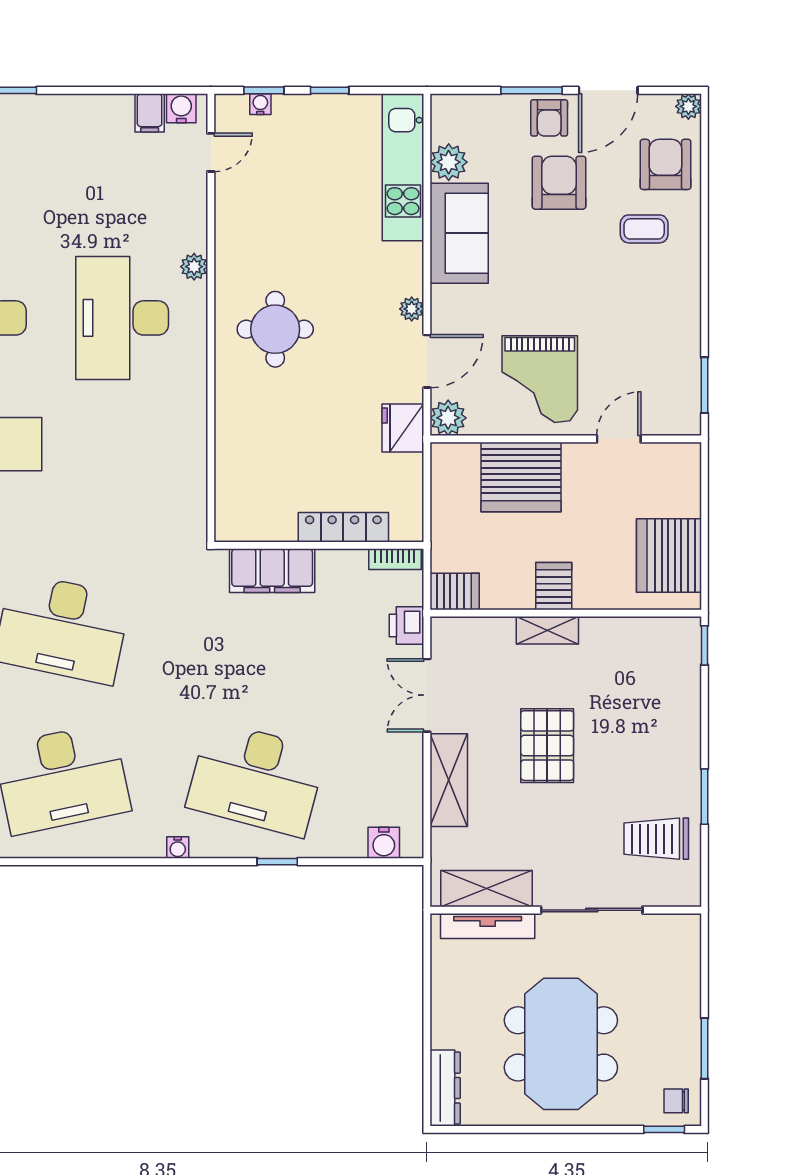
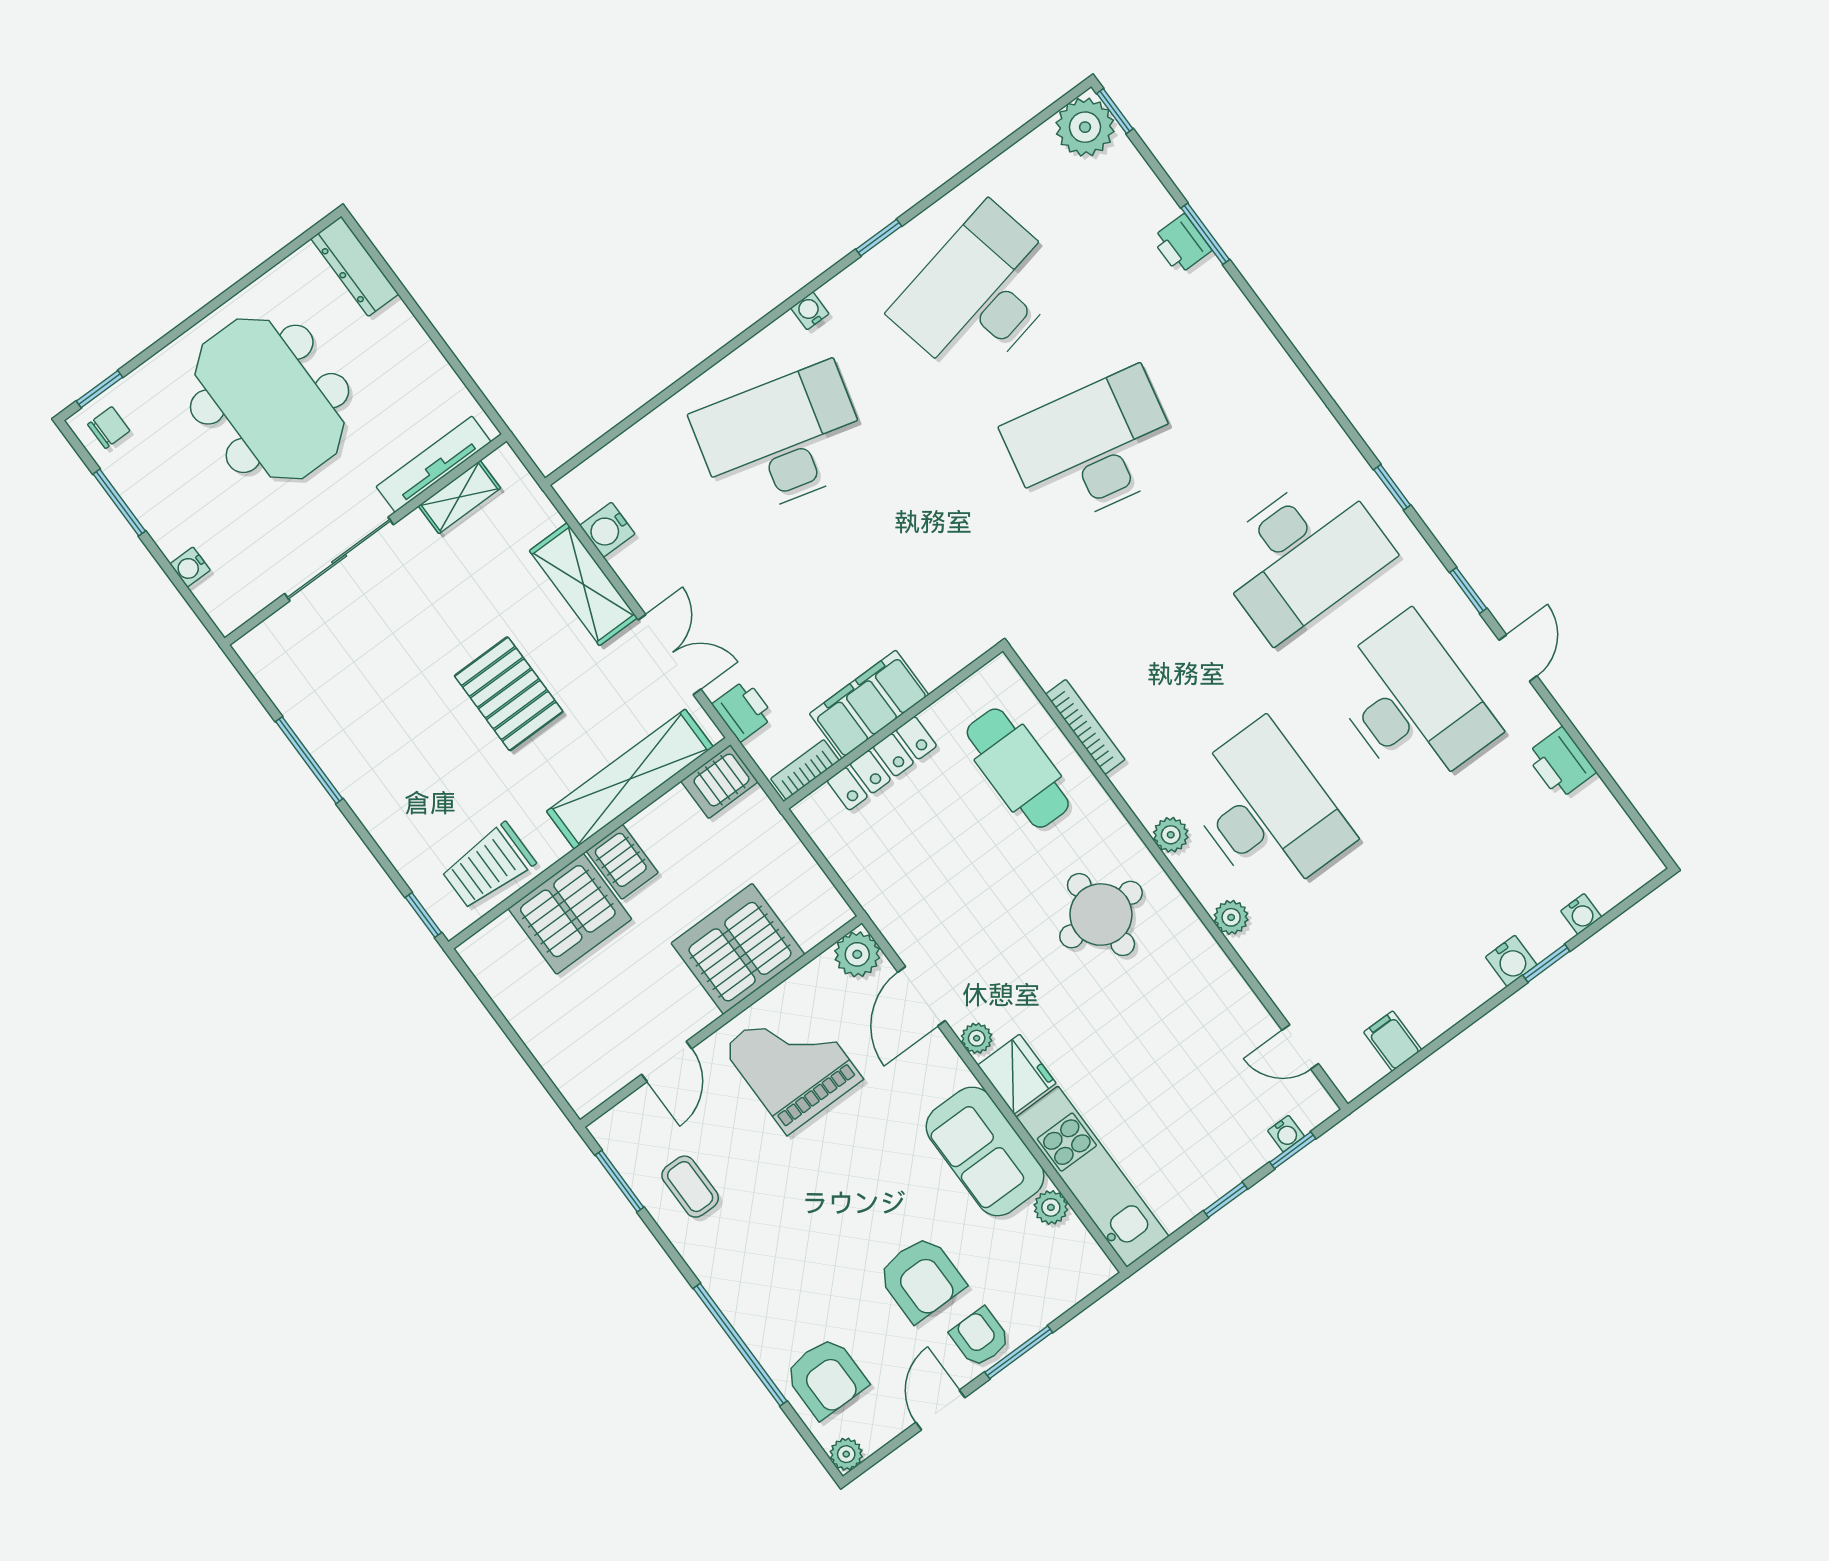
door: (608, 90) -> (940, 1410), width x0.73
water cooler: (181, 108) -> (1511, 961), moved
door: (211, 152) -> (1300, 1047), hinge flipped
plant: (449, 162) -> (1051, 1207), width x0.73, depth x0.73
window: (704, 225) -> (740, 1345), added
coffee table: (644, 229) -> (690, 1187), moved, turned 90
plant: (194, 347) -> (1171, 835), added
fridge: (403, 428) -> (1017, 1074), moved
bookcase: (197, 455) -> (1085, 727), added
cafe table: (260, 461) -> (1018, 768), added
server rack: (669, 555) -> (570, 914), moved, turned 90
filing cabinet: (272, 571) -> (869, 704), moved
shelving: (547, 630) -> (630, 779), width x2.20, depth x1.33
window: (704, 797) -> (309, 760), width x1.44
trolley: (656, 839) -> (488, 866), moved, turned 180
water cooler: (384, 843) -> (607, 530), moved, turned -90
window: (277, 862) -> (879, 238), moved
shelving: (487, 889) -> (459, 497), width x0.67, depth x0.75
water cooler: (690, 975) -> (190, 567), added

